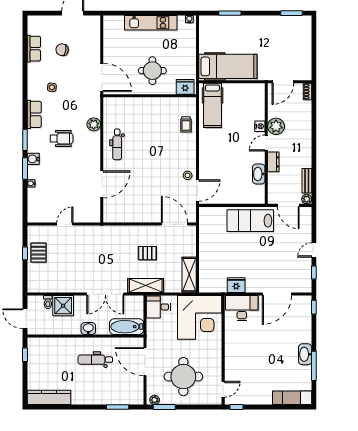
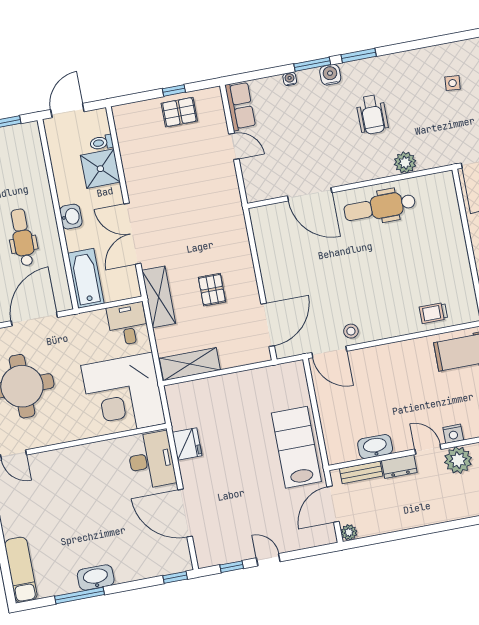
row of seats: (34, 114) -> (240, 106), moved, turned -90
dental chair: (117, 144) -> (380, 207), width x1.36, depth x1.38
bench: (307, 181) -> (361, 472), moved

